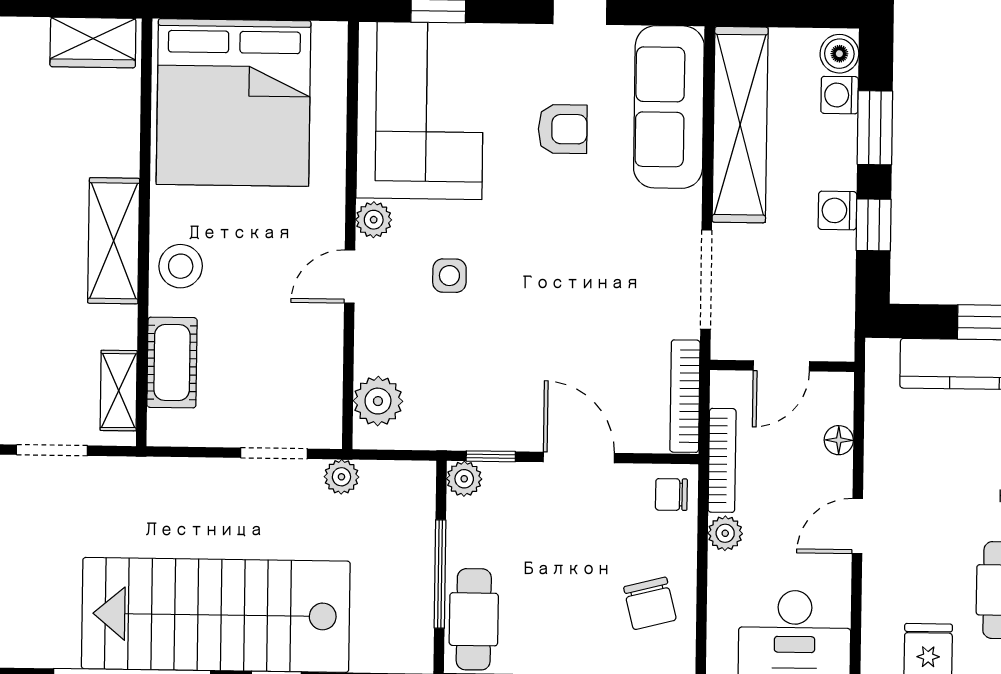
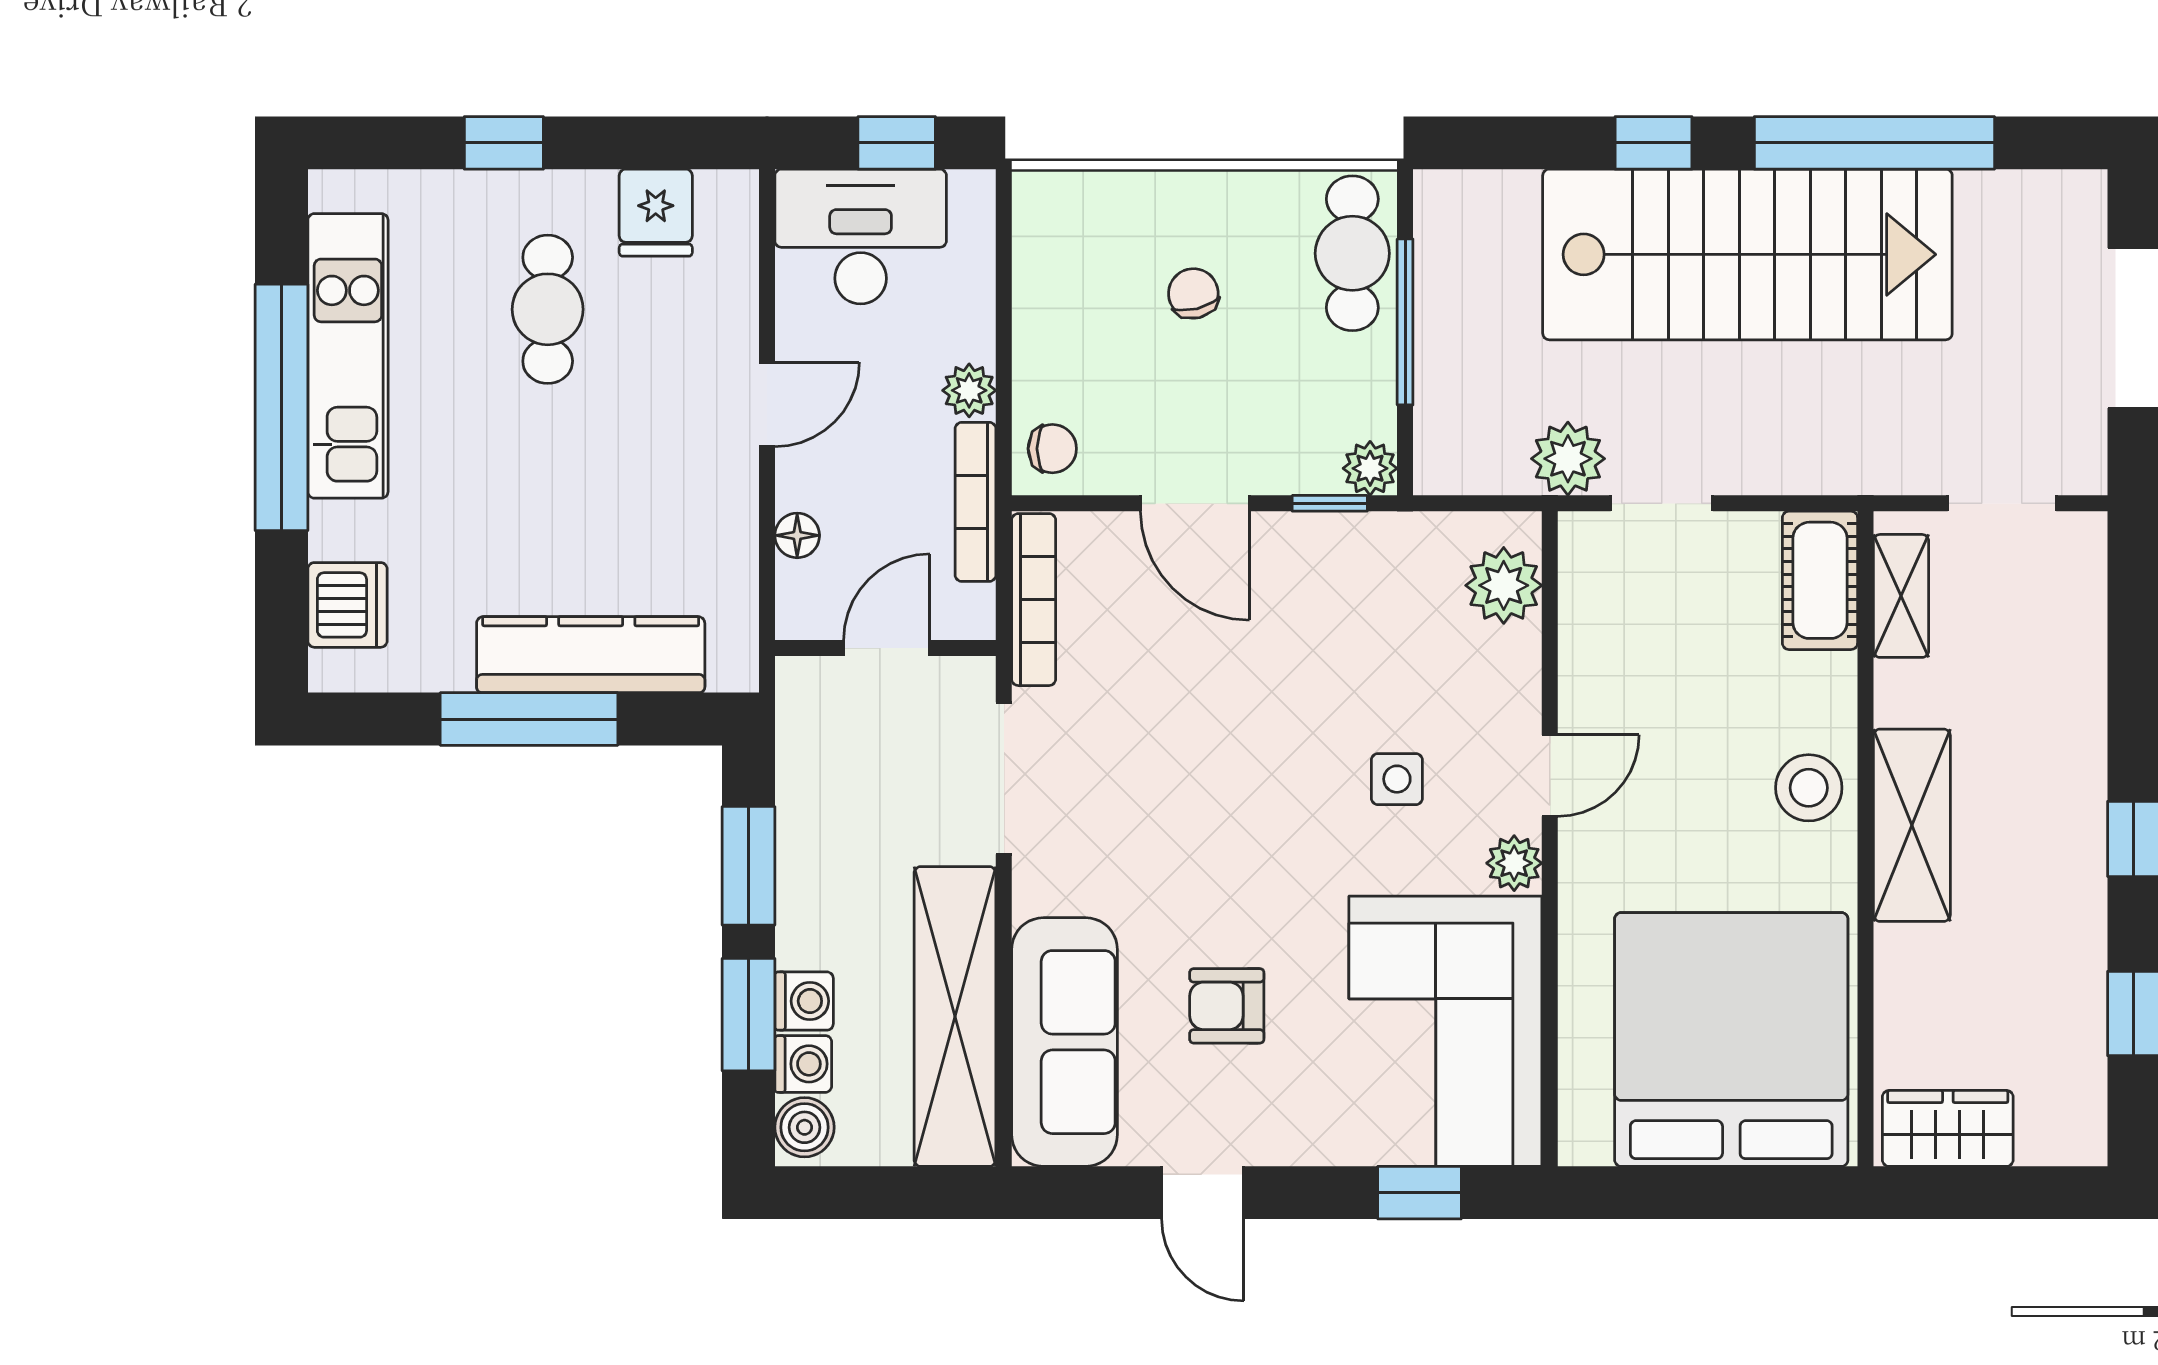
washing machine: (837, 210) -> (804, 1001), moved
window: (874, 225) -> (749, 866), width x1.50
cot: (172, 363) -> (1820, 580), moved
plant: (341, 477) -> (1568, 459), width x1.38, depth x1.38
chair: (650, 603) -> (1193, 293), moved, width x0.73, depth x0.73

